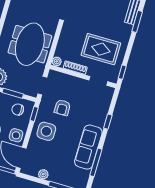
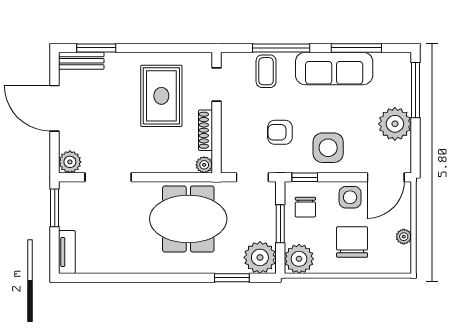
window: (122, 72) -> (190, 48), removed
armchair: (62, 108) -> (280, 132), turned 180
coffee table: (98, 110) -> (266, 71), added
window: (108, 122) -> (281, 48), width x2.17
plant: (43, 174) -> (395, 124), width x1.88, depth x1.88

